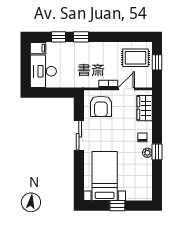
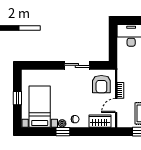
door: (126, 89) -> (116, 106), swing flipped
armchair: (101, 106) -> (101, 84), turned -90
bed with nightstands: (105, 176) -> (40, 107), moved, turned -90

